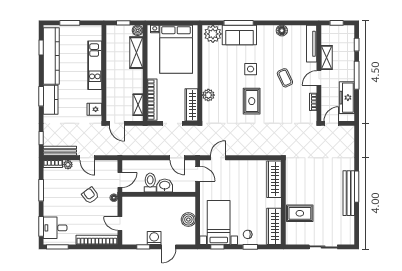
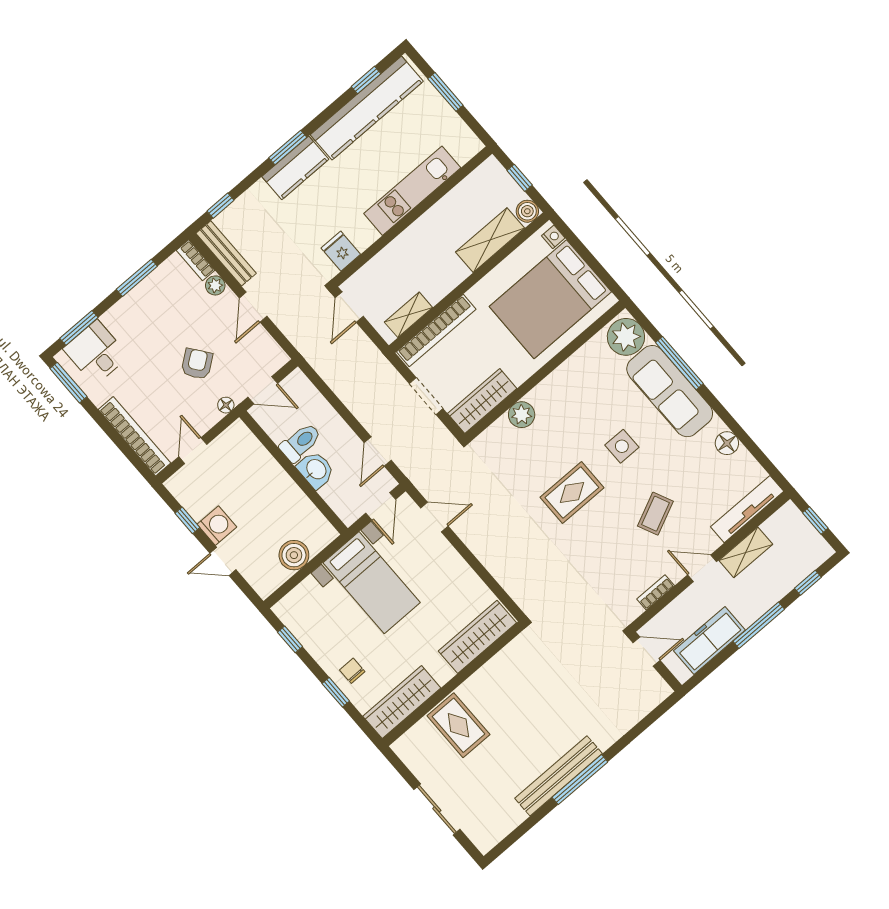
sofa: (239, 35) -> (670, 391), width x1.36
bed with nightstands: (219, 222) -> (372, 583), moved, turned 90

